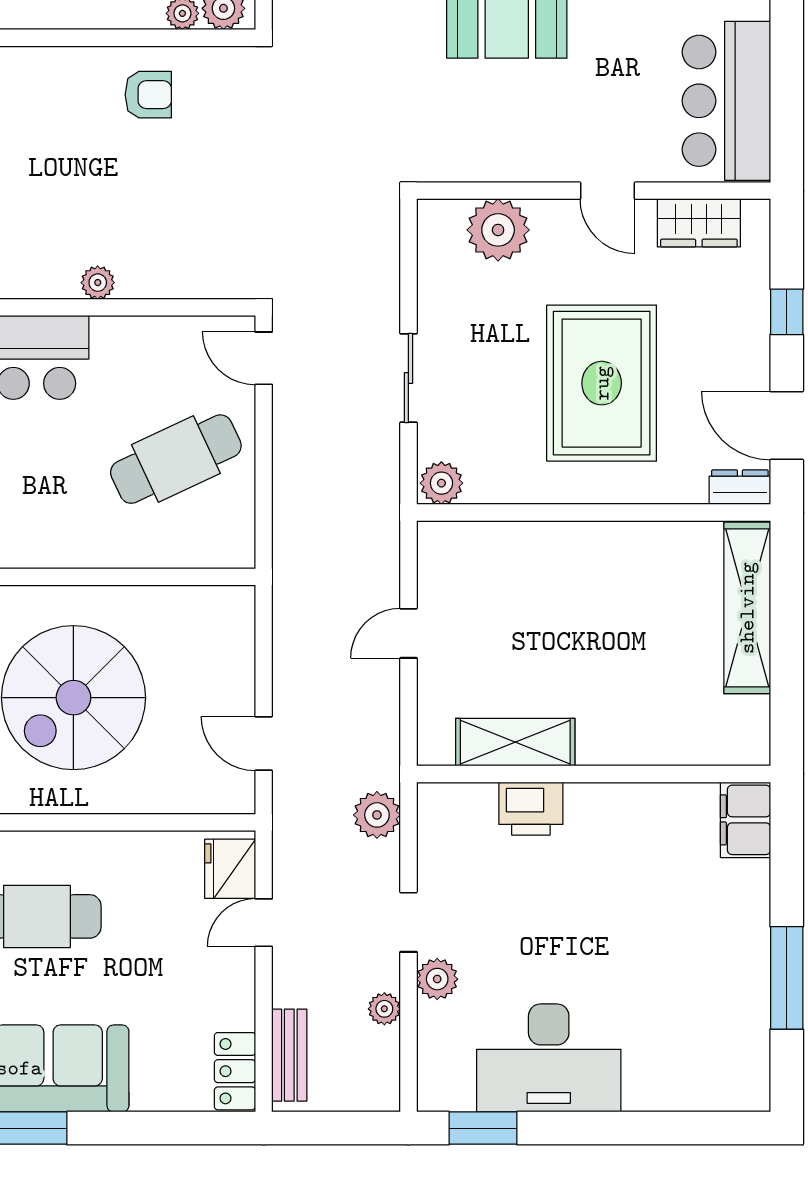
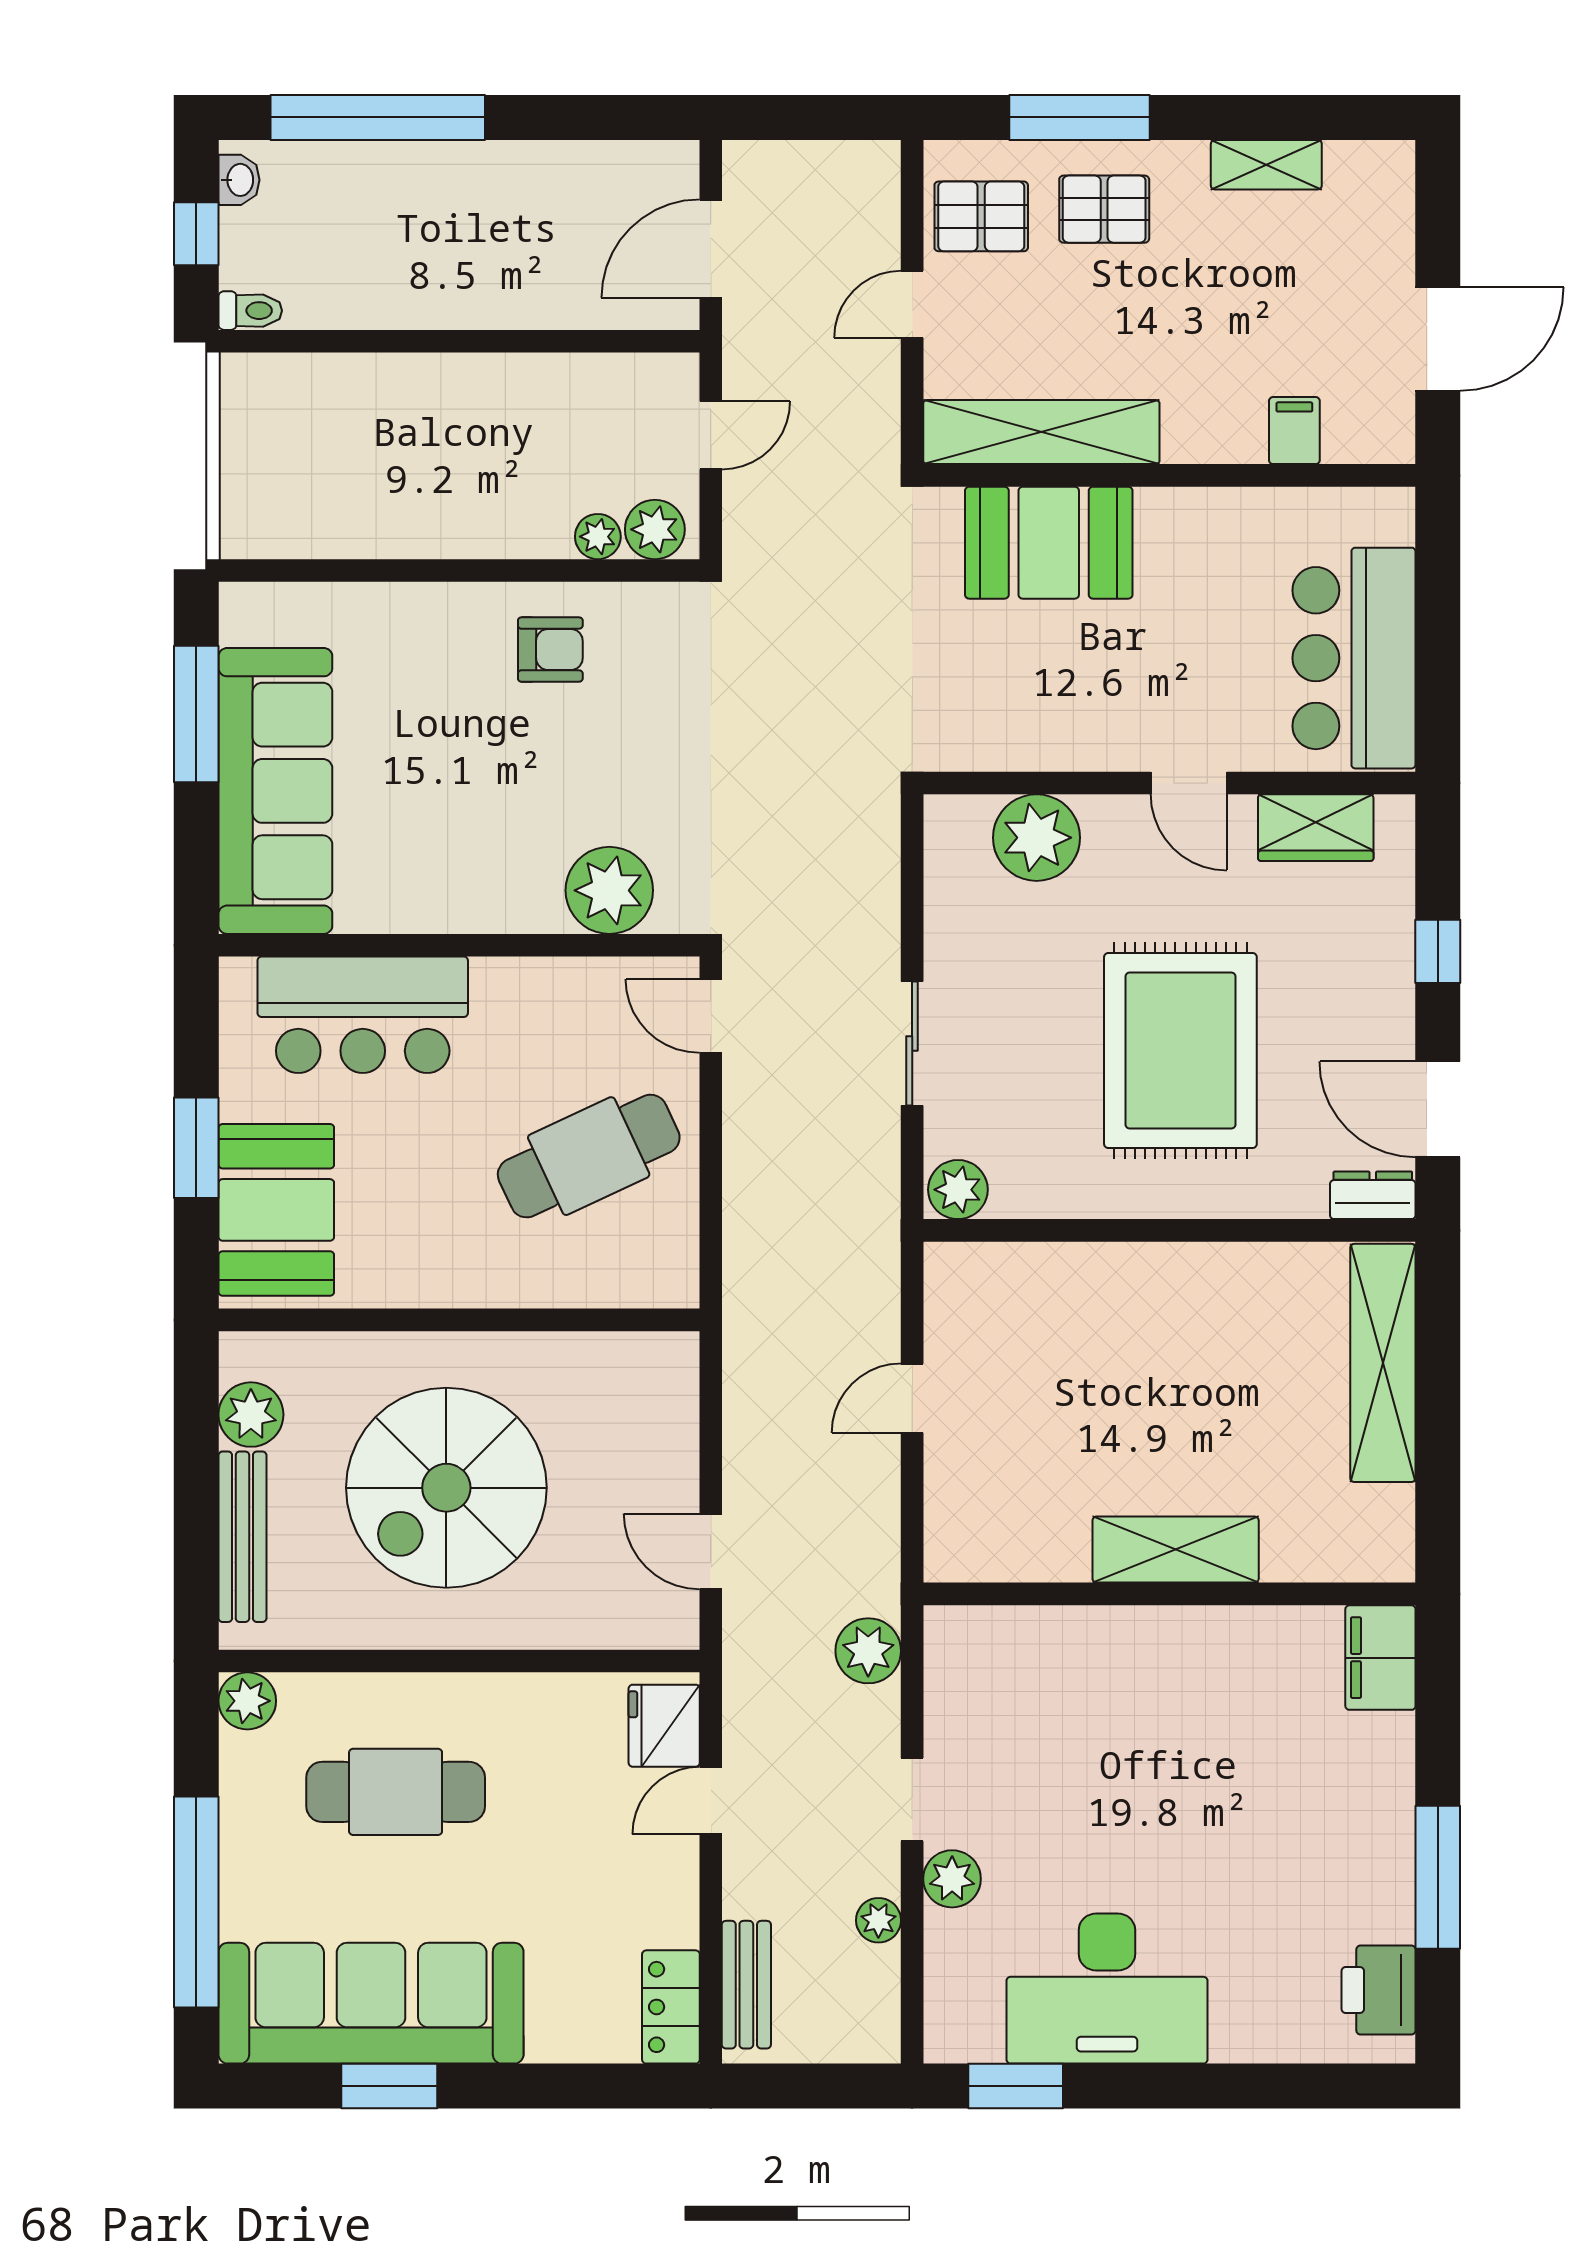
plant: (98, 283) -> (609, 890), moved, width x1.88, depth x1.88
shelving: (515, 742) -> (1176, 1550), moved
printer: (531, 809) -> (1379, 1990), moved, turned 90

